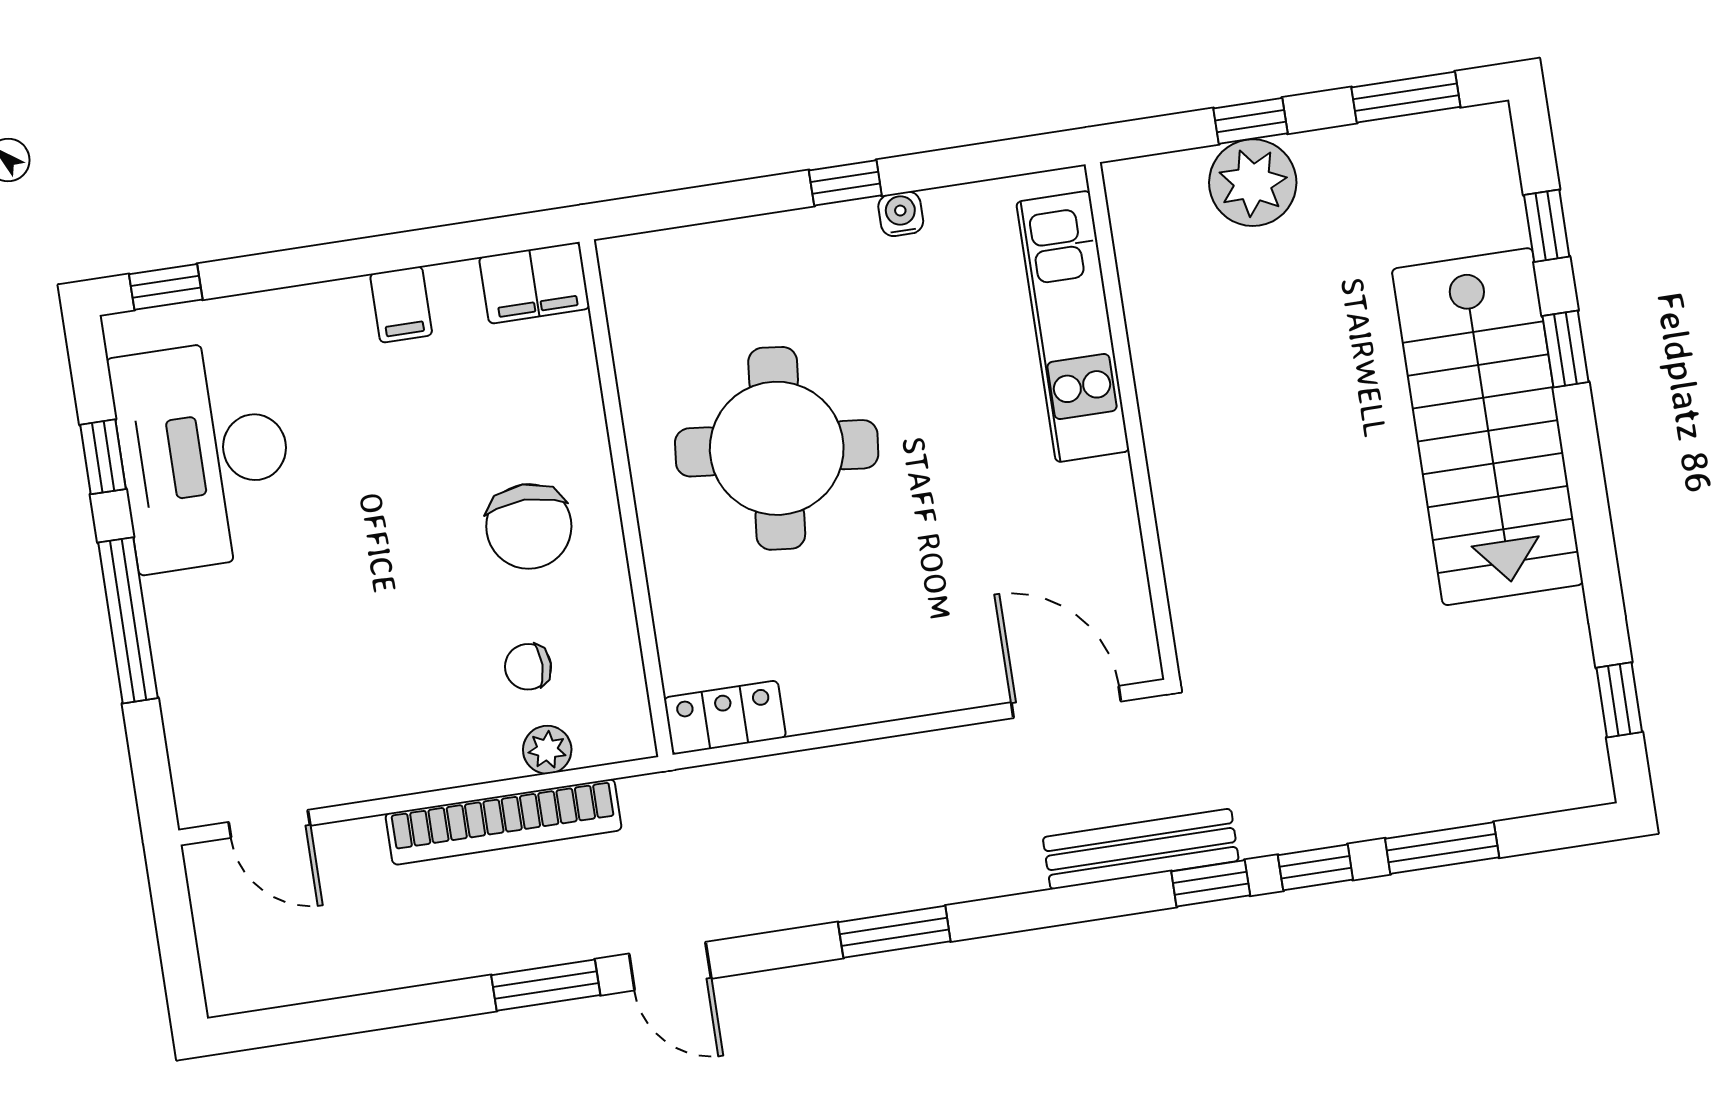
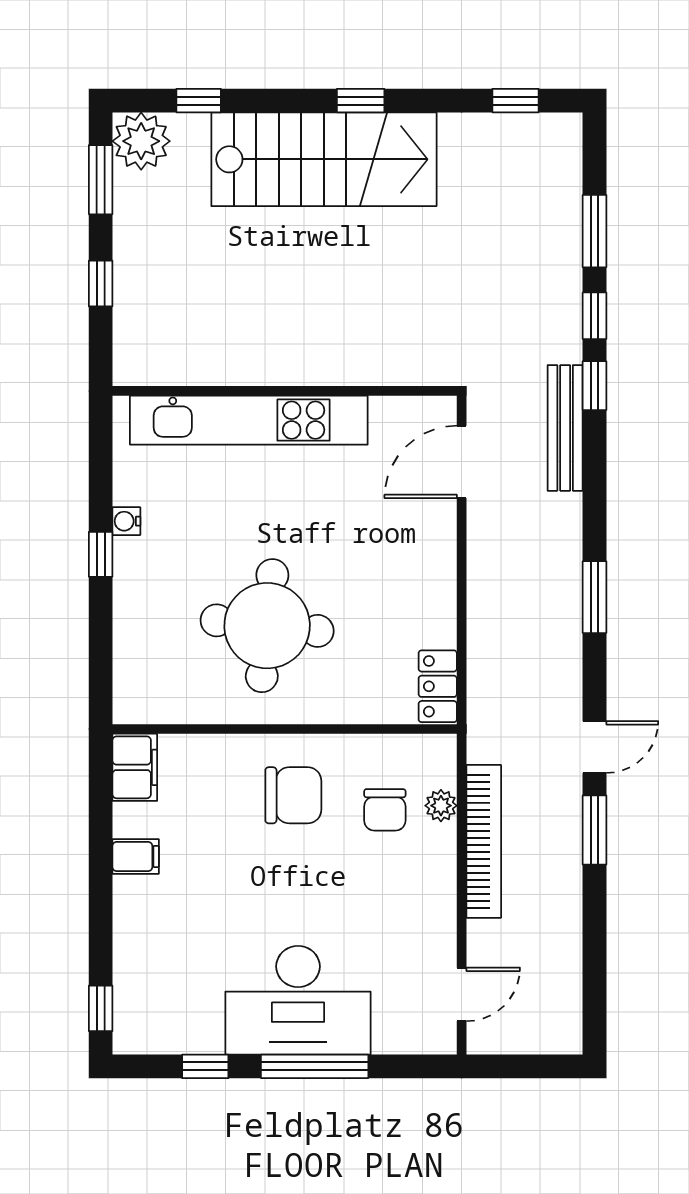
plant: (1253, 183) -> (141, 141), moved
kitchen unit: (1073, 327) -> (249, 420), width x1.36
window: (1566, 349) -> (361, 101), moved
desk: (204, 455) -> (298, 1000), moved
chair: (528, 667) -> (385, 810), width x1.37, depth x1.37

